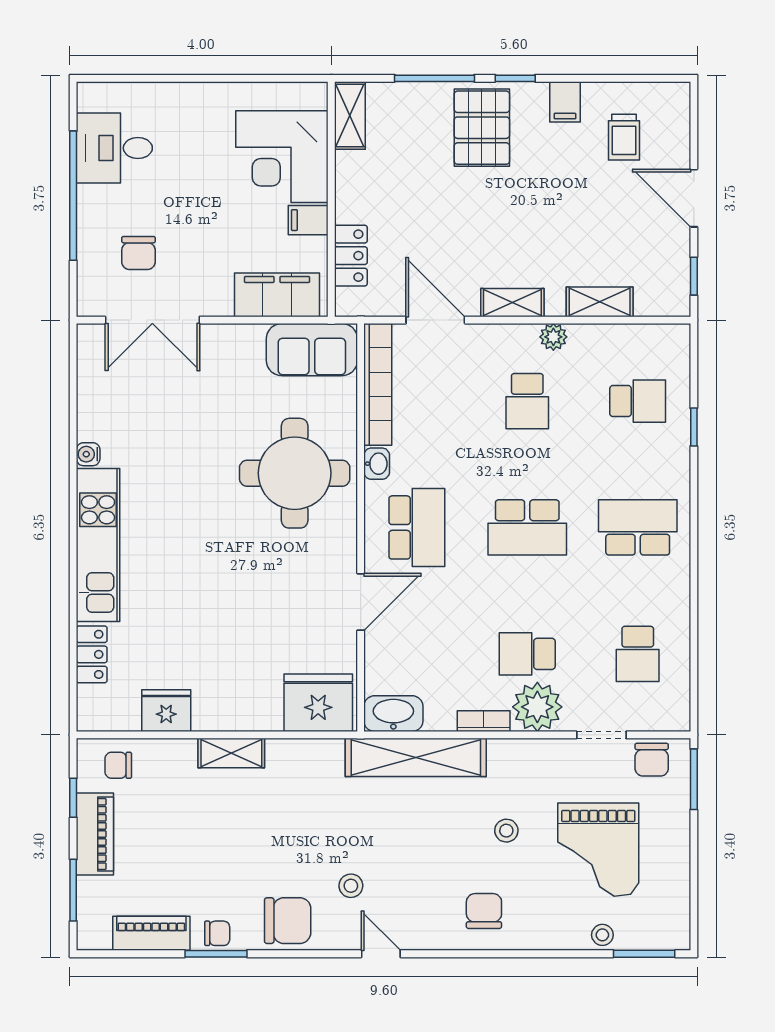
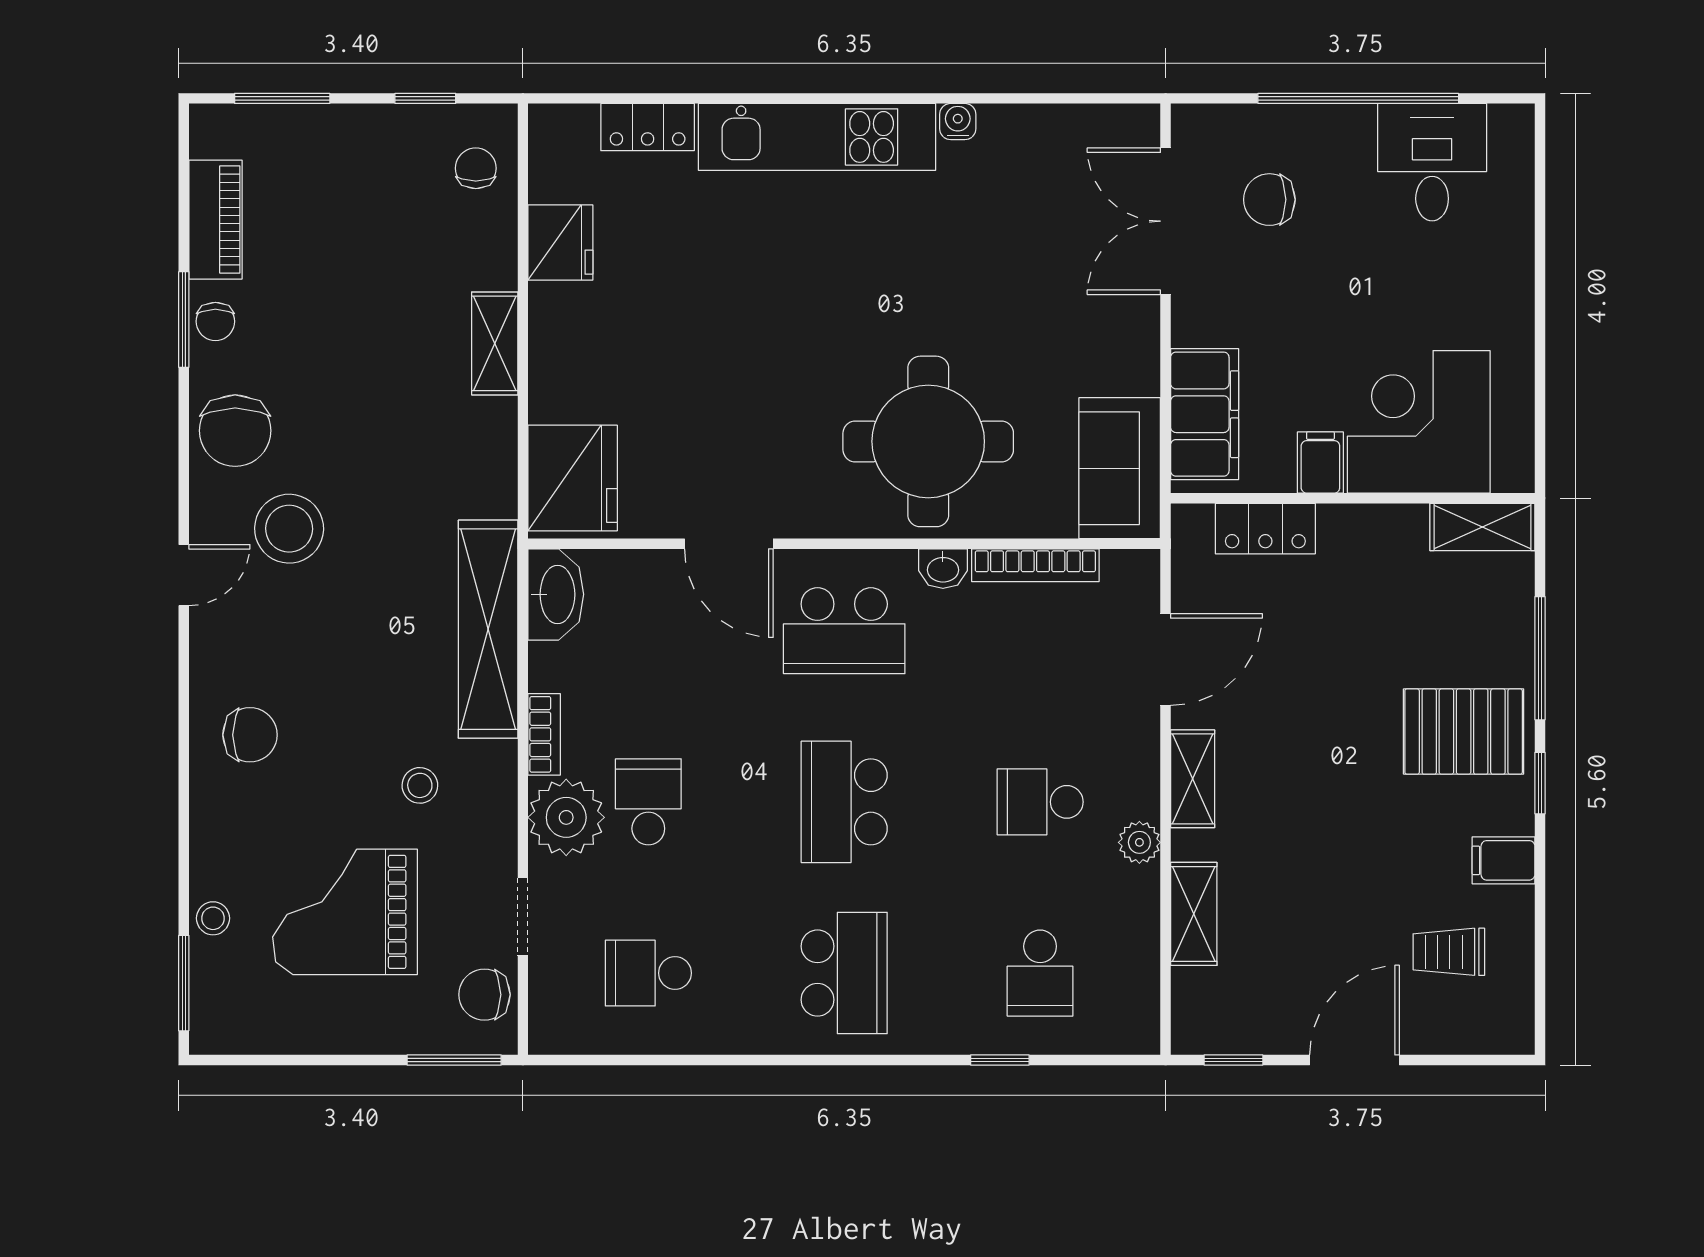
bookcase: (378, 384) -> (1035, 565), width x0.68, depth x0.76
stool: (506, 831) -> (420, 785), moved
piano: (95, 834) -> (369, 132), removed
stool: (351, 886) -> (289, 529), width x1.89, depth x1.89

